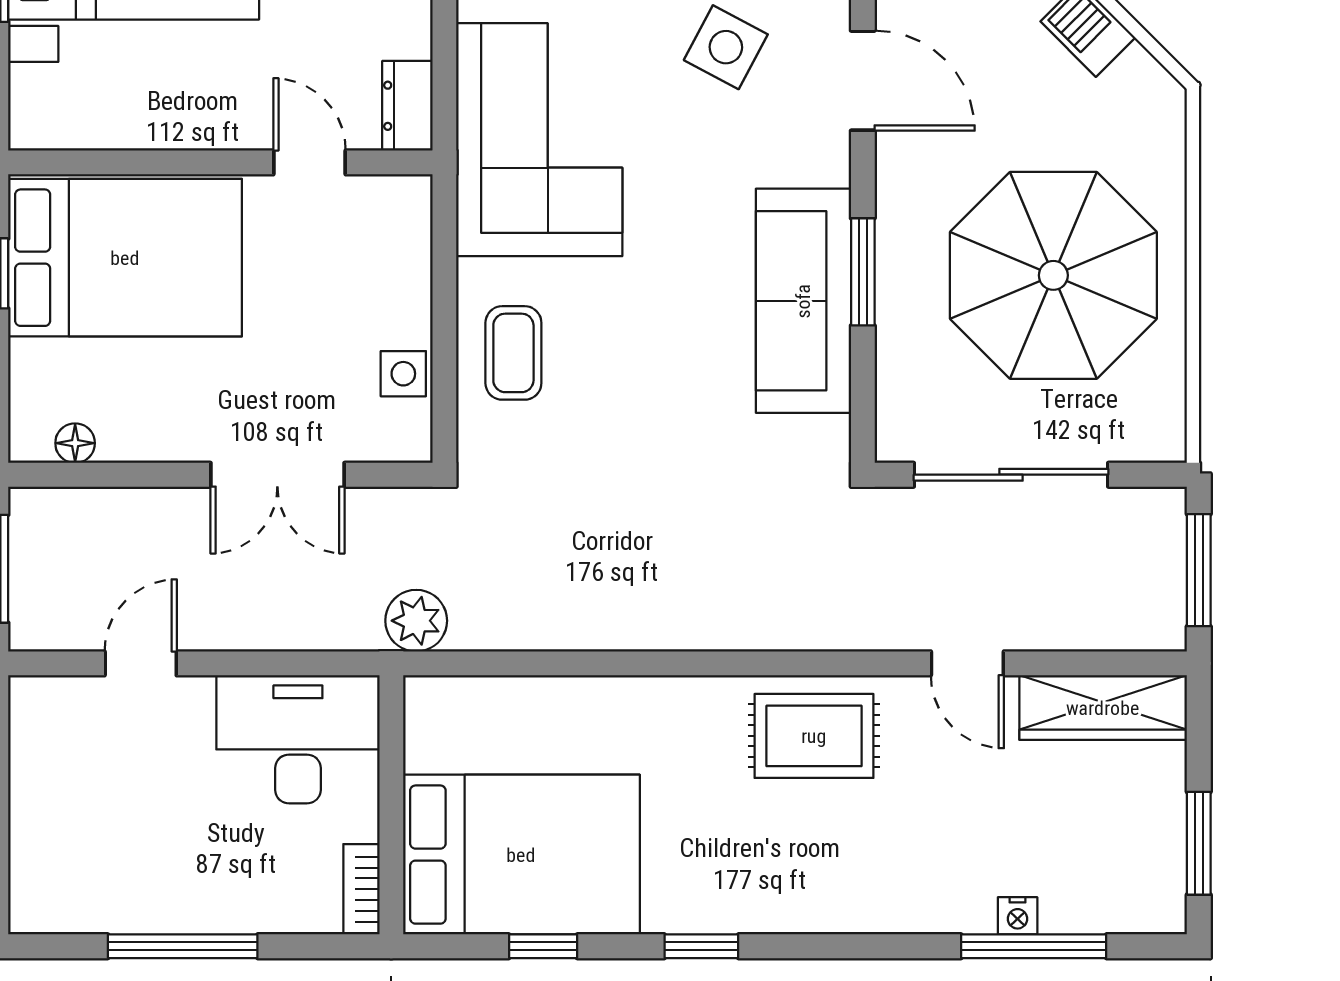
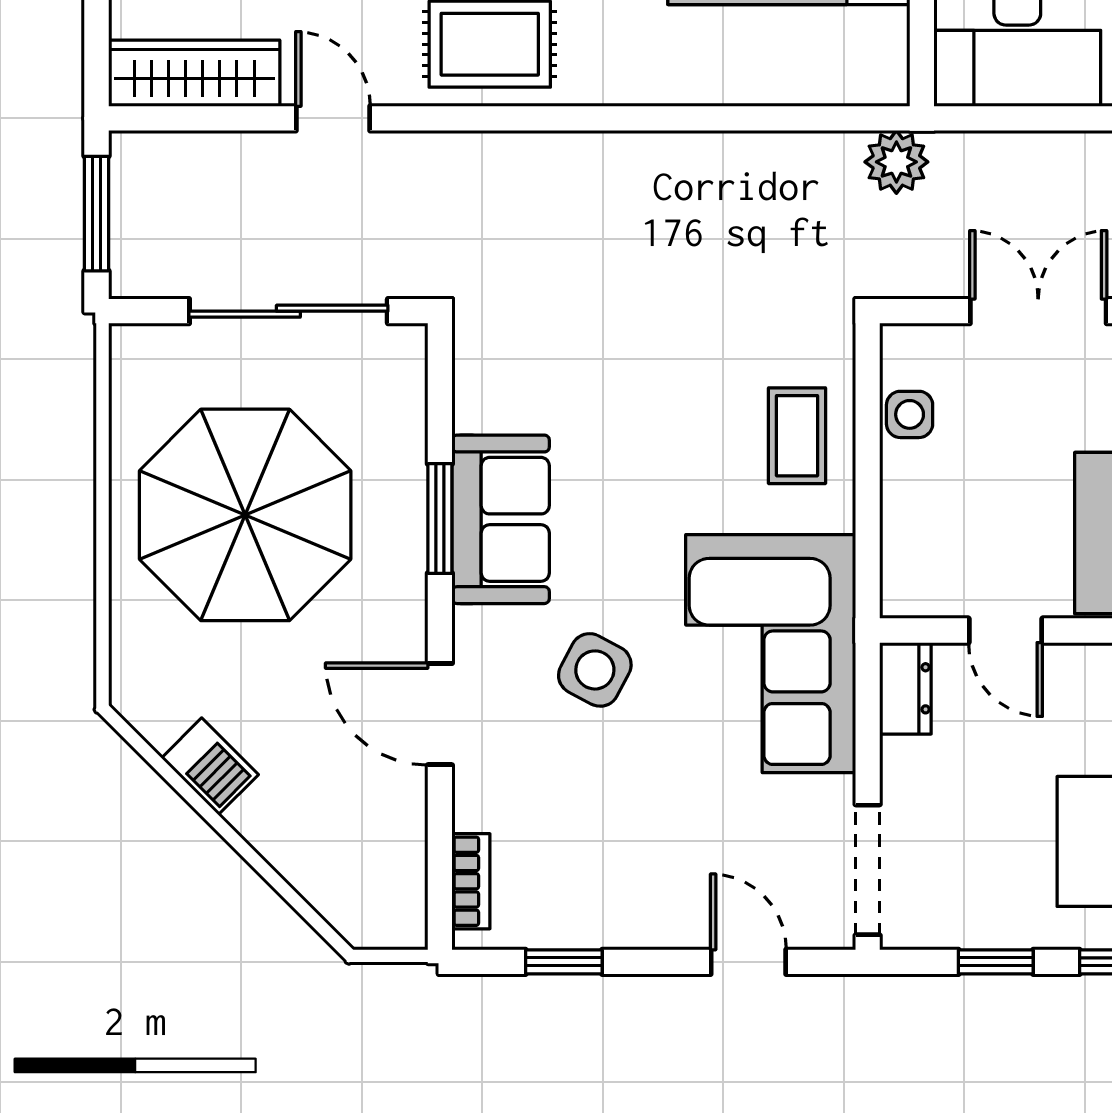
side table: (726, 47) -> (595, 670), moved
sofa: (803, 301) -> (501, 519), width x0.73

